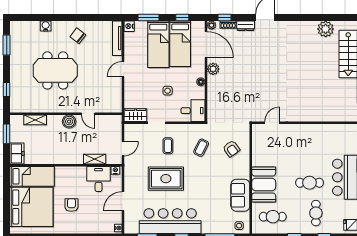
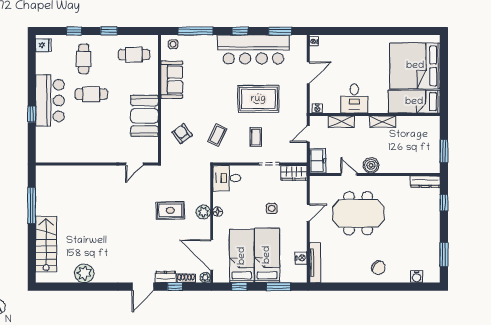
window: (225, 17) -> (175, 287), moved
water cooler: (46, 26) -> (417, 277), moved
nightstand: (129, 26) -> (301, 258), moved
plant: (326, 29) -> (84, 273), moved
chair: (78, 36) -> (378, 268), moved
door: (123, 69) -> (308, 213), moved
plant: (213, 69) -> (203, 212), moved
meeting table: (55, 70) -> (358, 213), moved
rug: (241, 83) -> (170, 210), added
side table: (168, 91) -> (272, 208), moved
dresser: (23, 108) -> (425, 182), added
shelving: (35, 120) -> (383, 122), moved
freezer: (17, 154) -> (318, 161), moved, turned 180
desk: (99, 179) -> (354, 98), moved
booth: (264, 184) -> (144, 116), moved
armchair: (71, 205) -> (368, 68), removed

